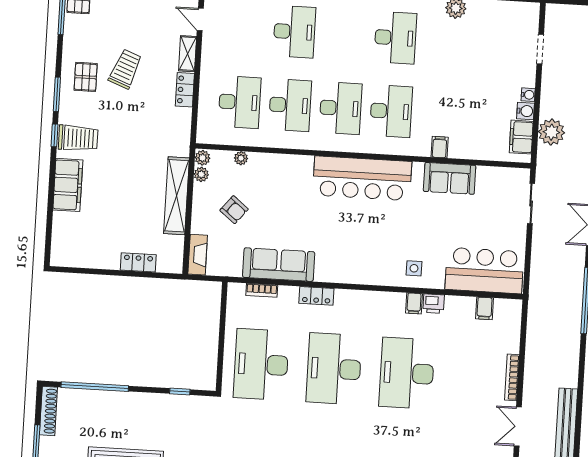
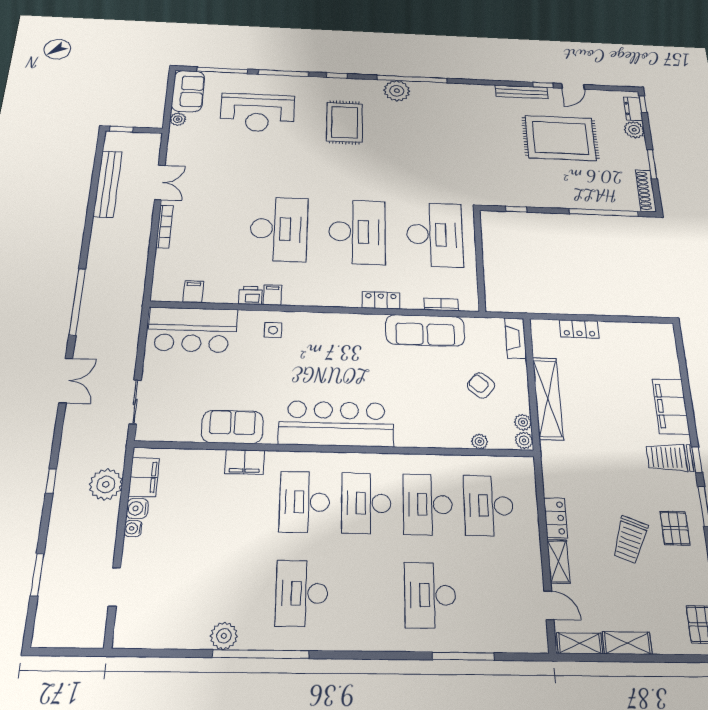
filing cabinet: (440, 147) -> (245, 462), width x2.00

